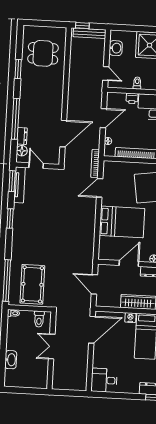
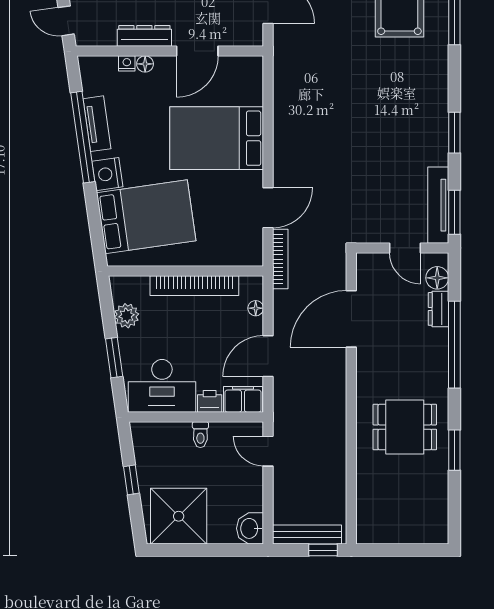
washbasin: (116, 48) -> (250, 528), moved
dining table: (43, 53) -> (405, 427), moved
filing cabinet: (116, 98) -> (243, 399), added

